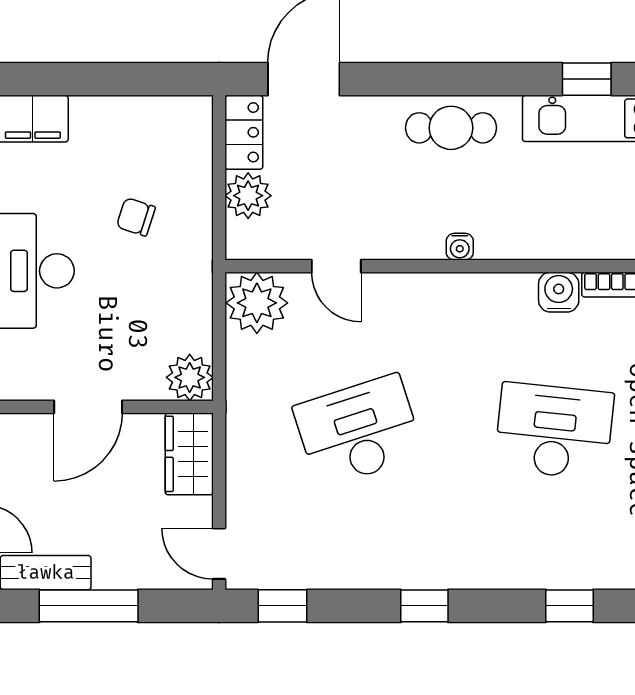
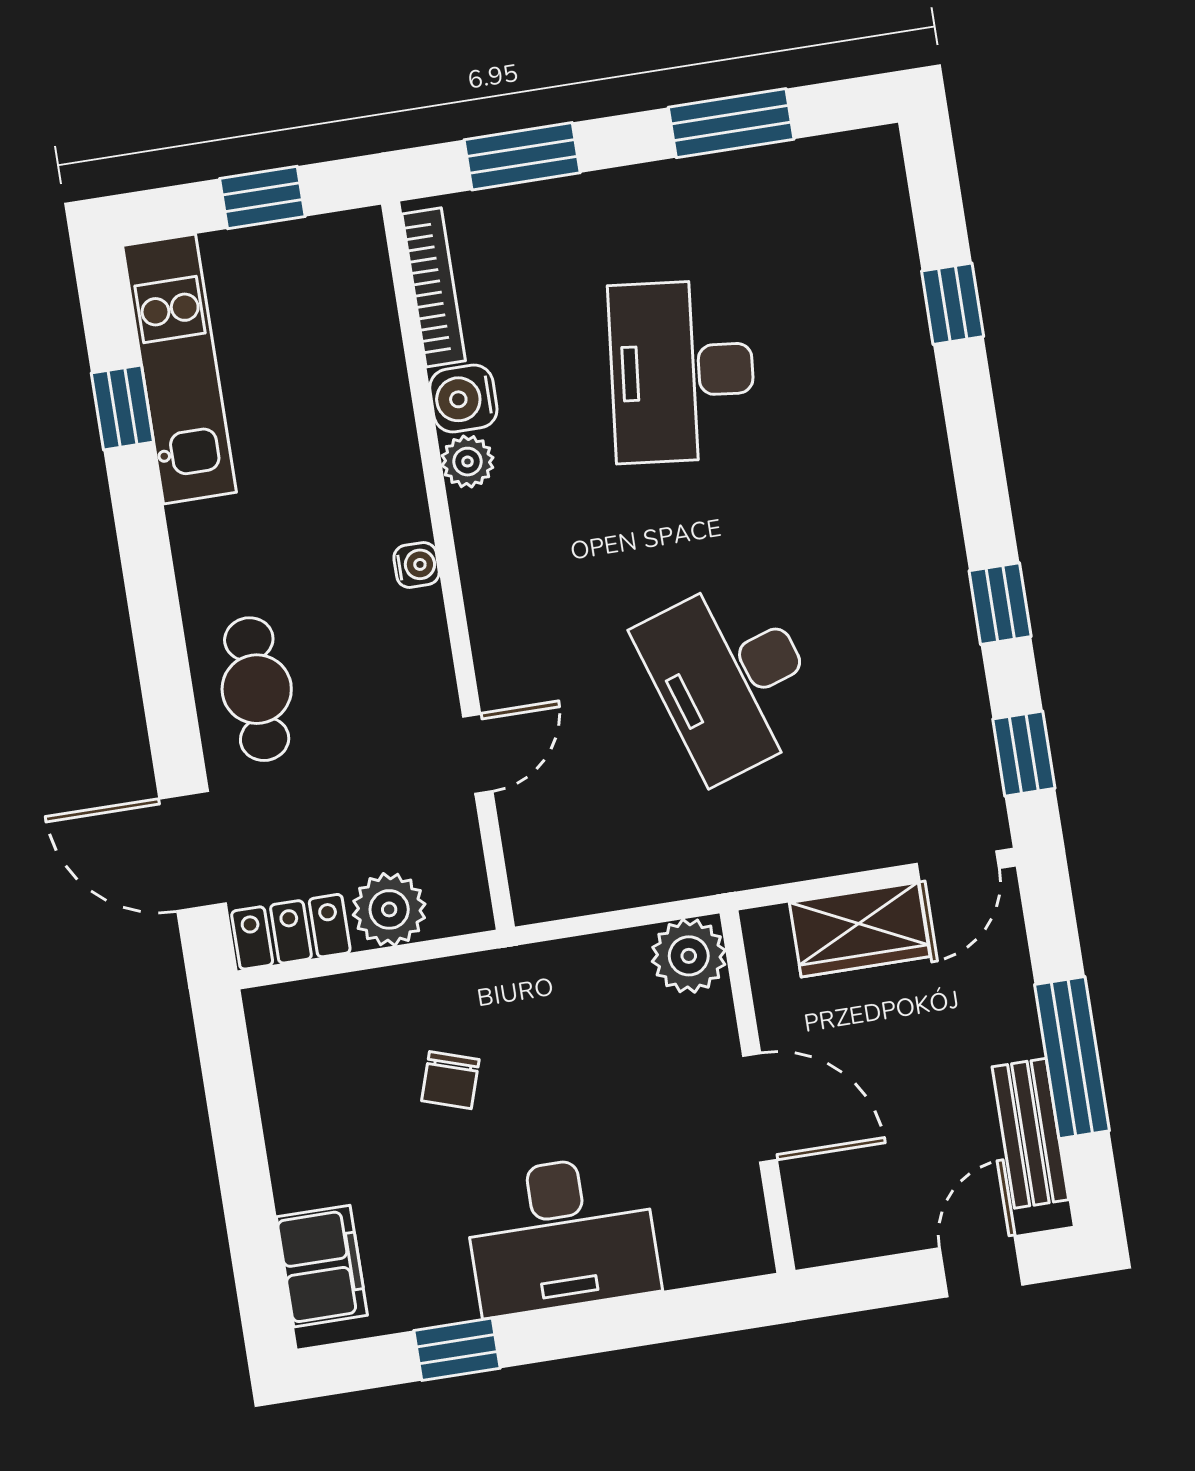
cafe table: (451, 128) -> (257, 689), moved
plant: (257, 303) -> (468, 462), moved, width x0.53, depth x0.53
wardrobe: (189, 454) -> (860, 930), moved
window: (424, 606) -> (1000, 604), moved

